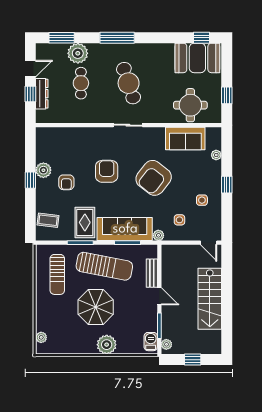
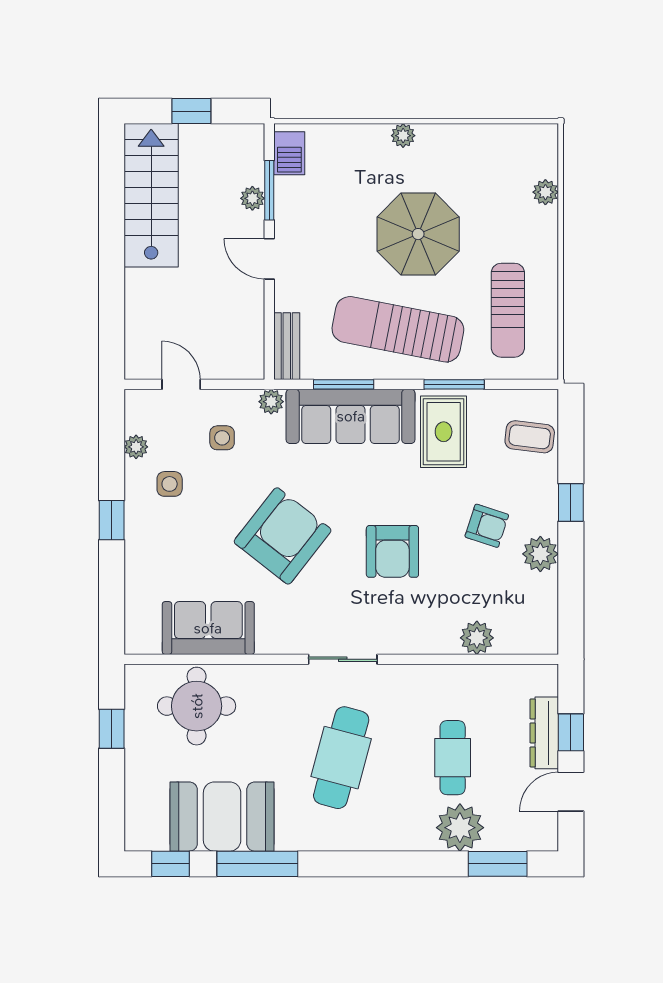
window: (117, 38) -> (257, 864), moved
booth: (197, 58) -> (222, 817), moved
cafe table: (129, 83) -> (341, 758), turned 33
plant: (71, 134) -> (477, 638), added
plant: (216, 155) -> (136, 447), moved
window: (30, 180) -> (571, 502), moved
armchair: (66, 182) -> (487, 526), turned 108
door: (209, 243) -> (181, 384), moved
bench: (152, 273) -> (287, 346), moved
sun lounger: (57, 274) -> (508, 310), turned 180
stairs: (210, 299) -> (151, 195), moved
plant: (41, 337) -> (545, 192), moved
plant: (166, 344) -> (252, 198), moved
plant: (107, 345) -> (403, 136), width x0.53, depth x0.53

